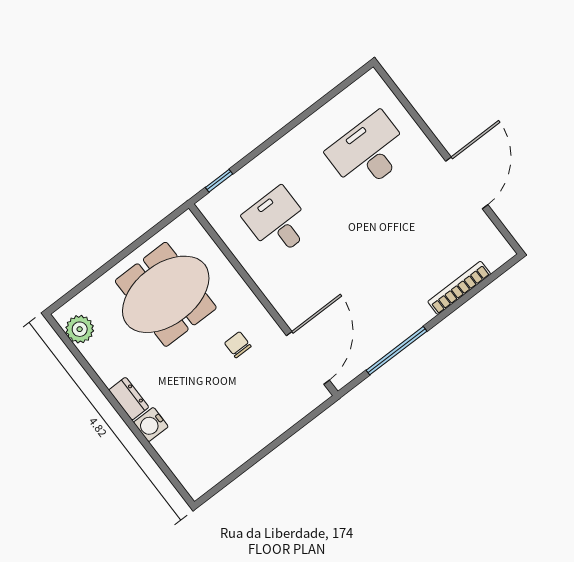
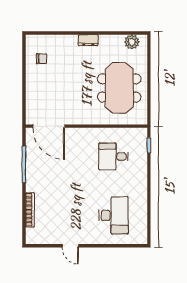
door: (467, 183) -> (70, 246), width x0.53
desk: (278, 222) -> (114, 156), turned 180
chair: (238, 345) -> (42, 59), moved
water cooler: (151, 425) -> (71, 41), removed

